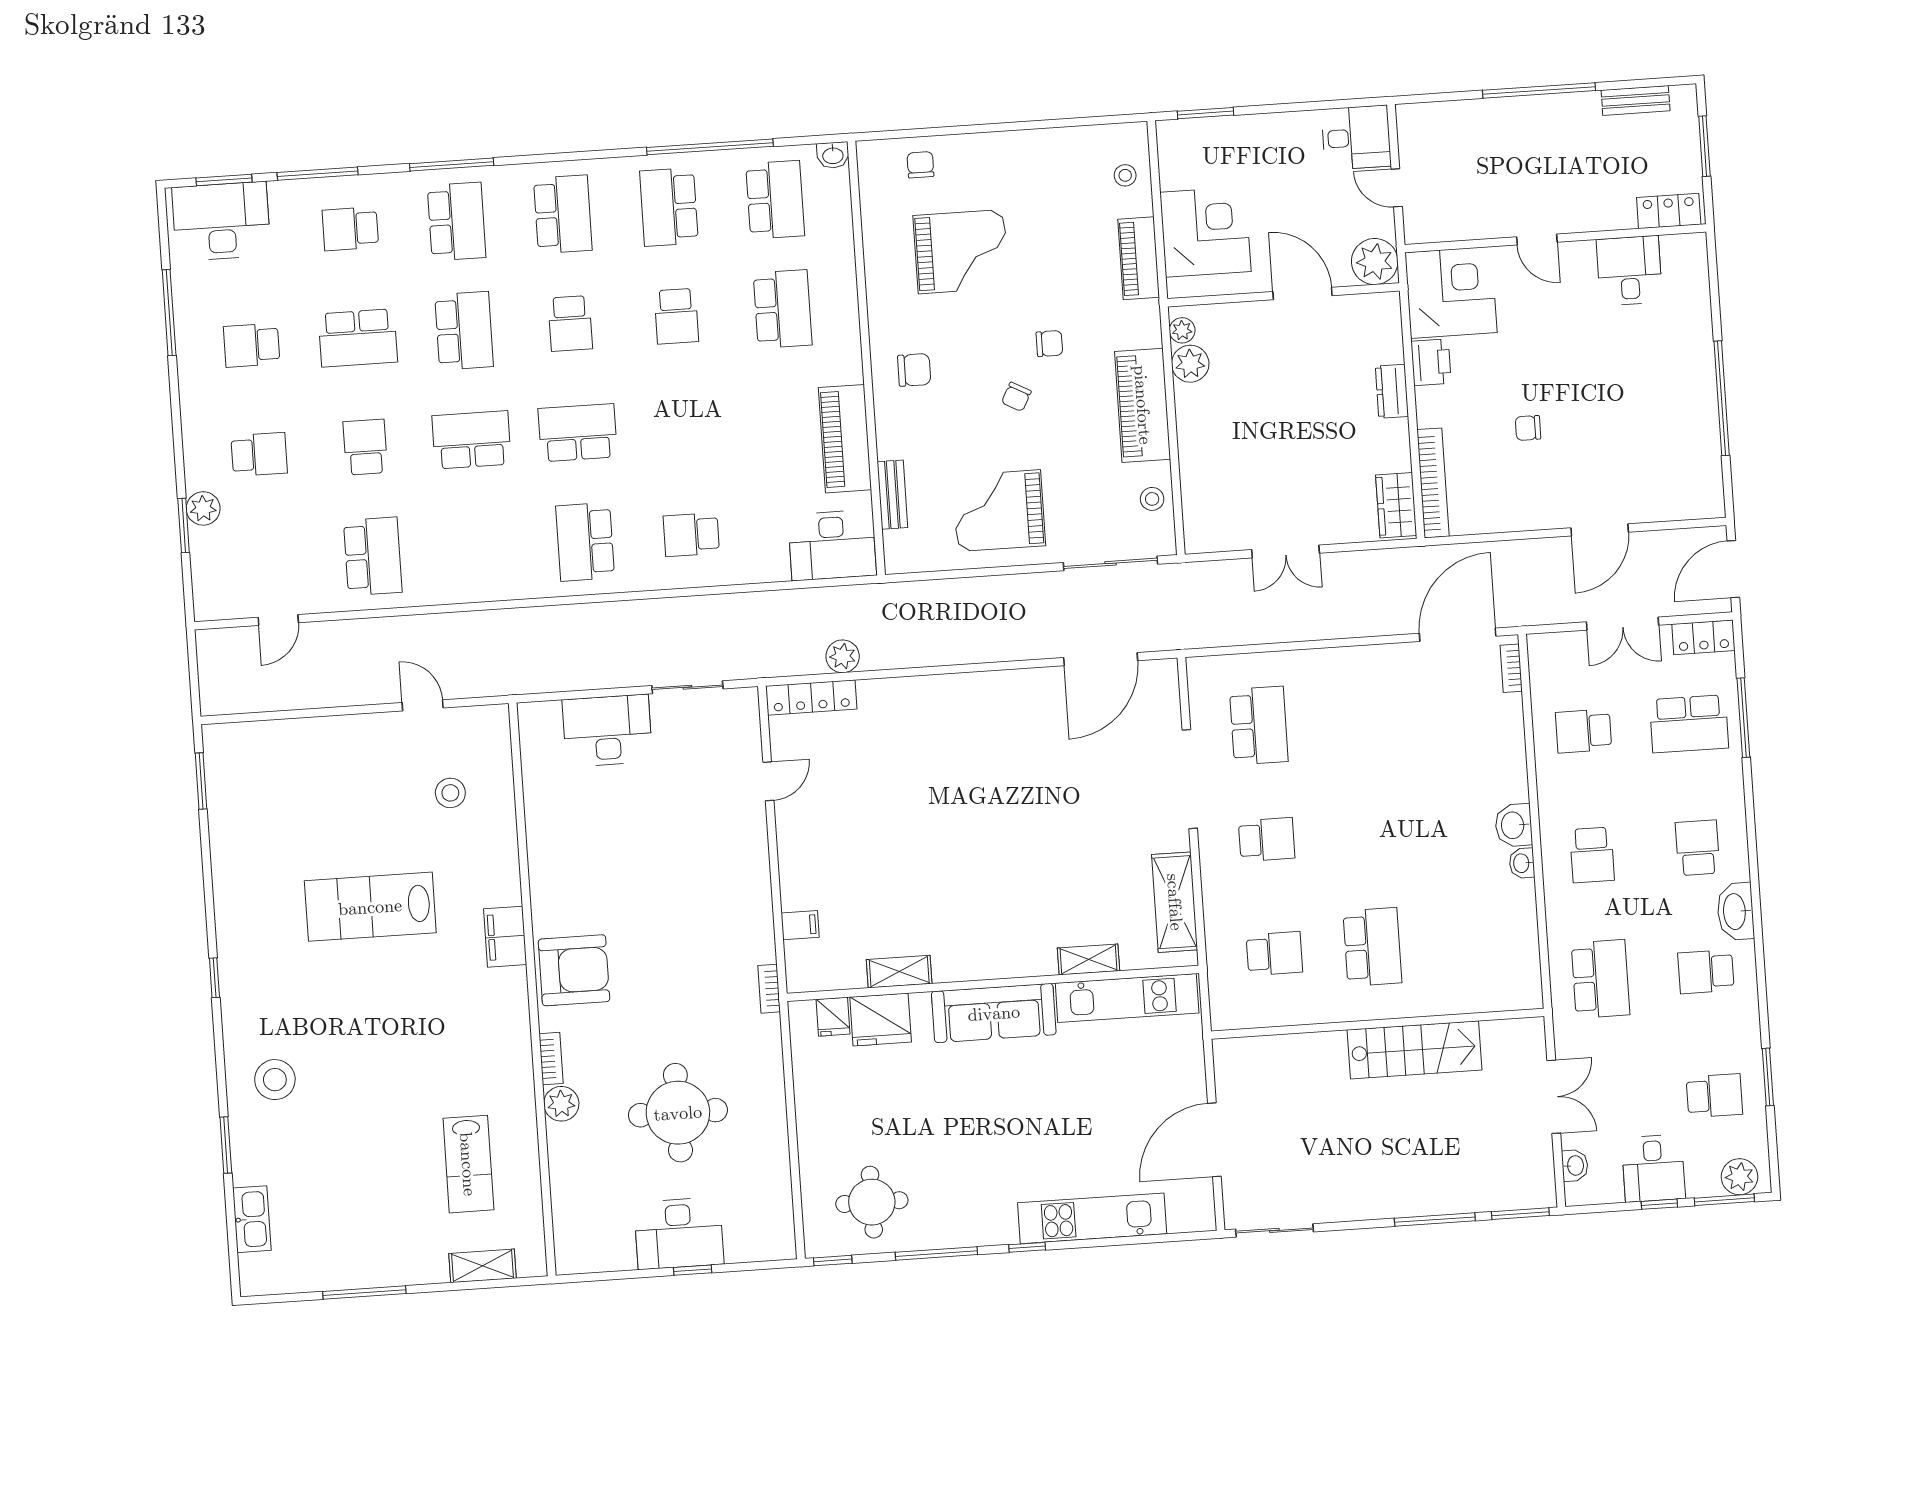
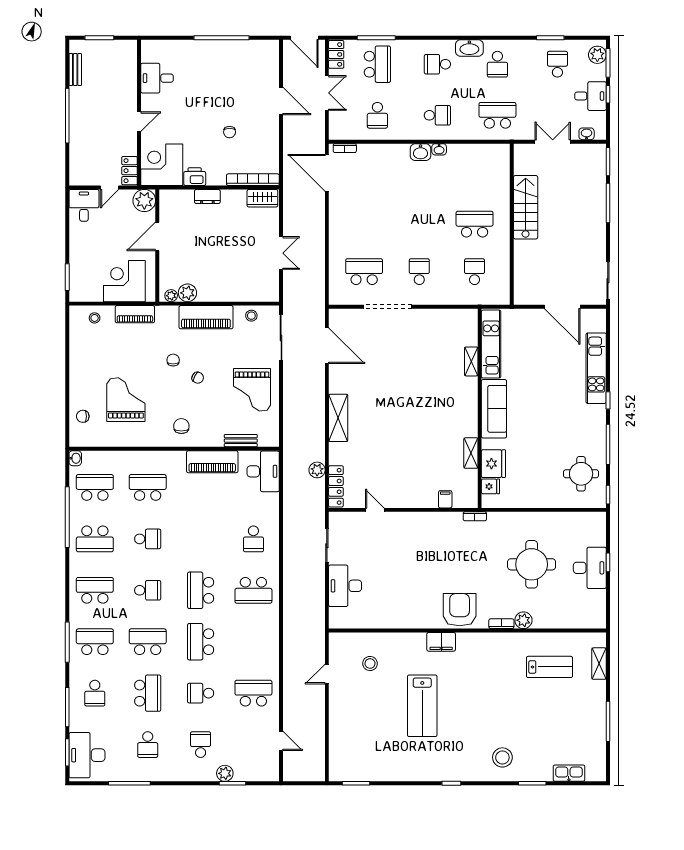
locker: (1669, 211) -> (130, 171), moved
shelving: (1175, 902) -> (338, 418), moved, turned 90

